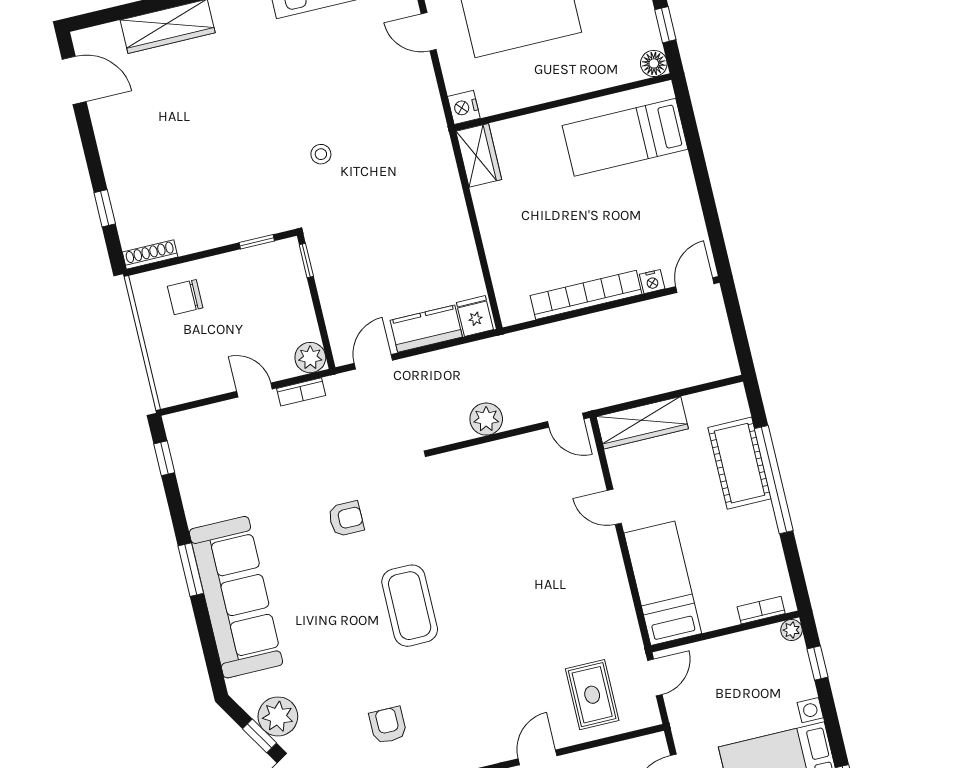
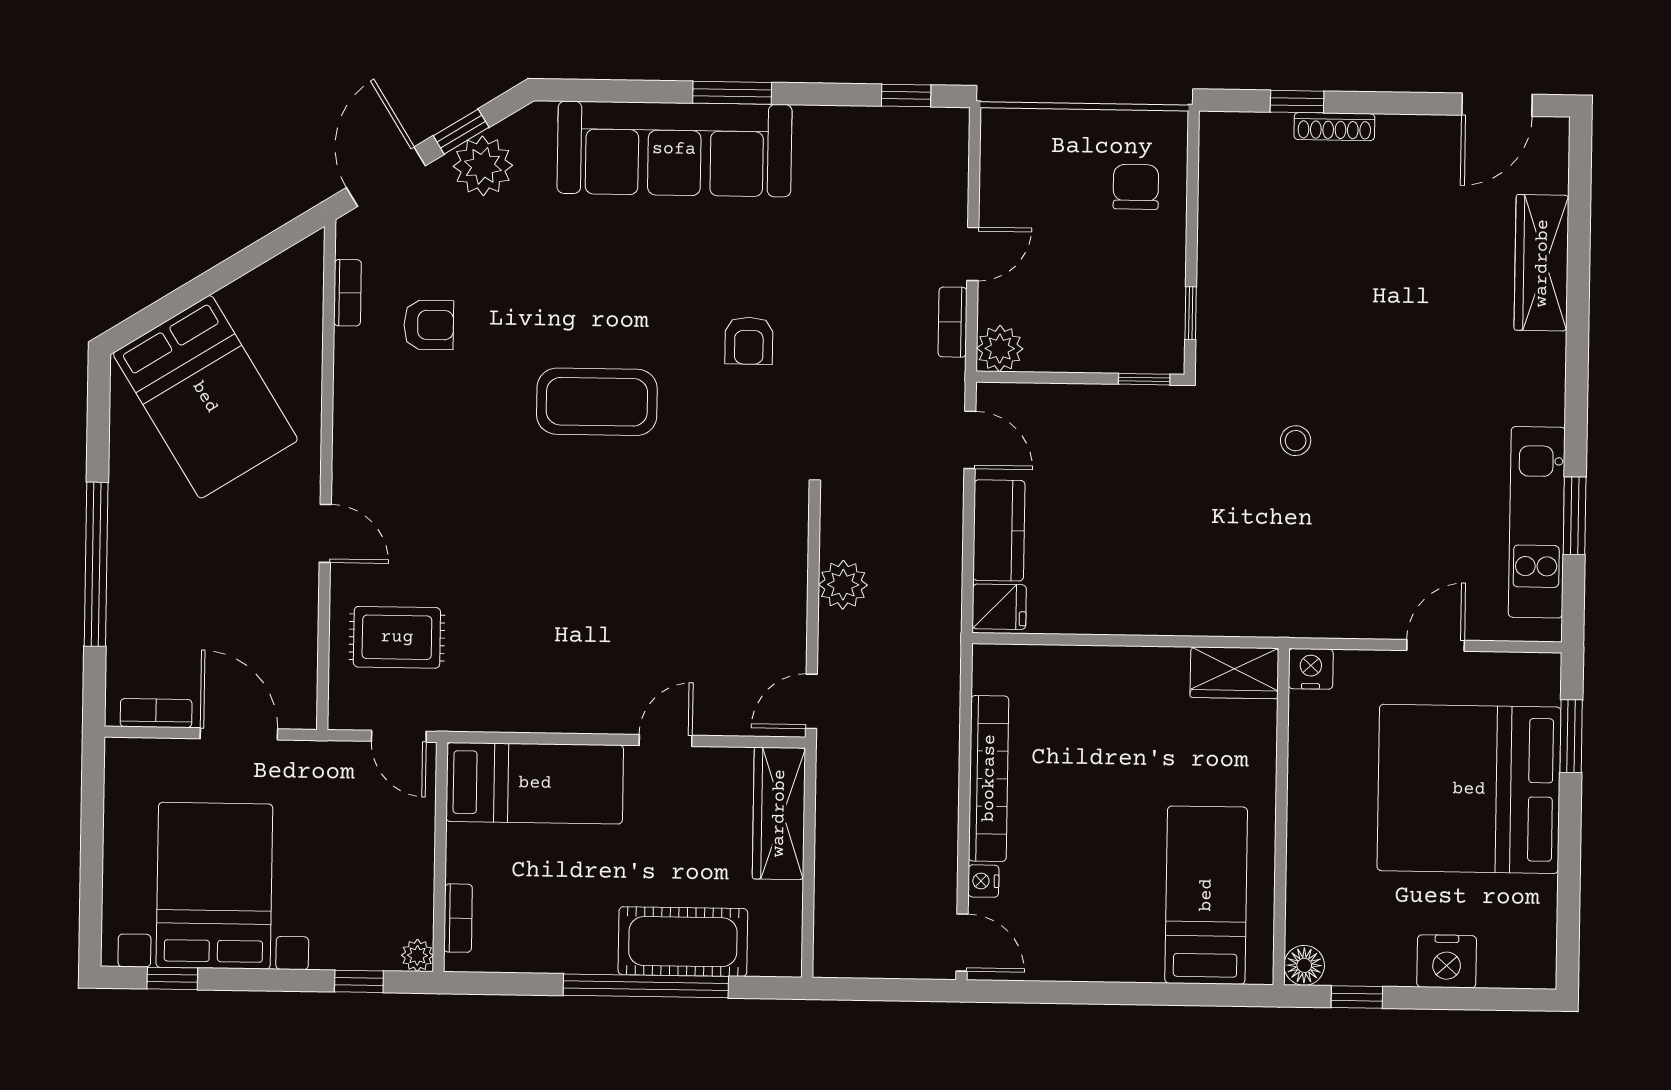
shoe rack: (150, 254) -> (1334, 127), moved, turned 90

